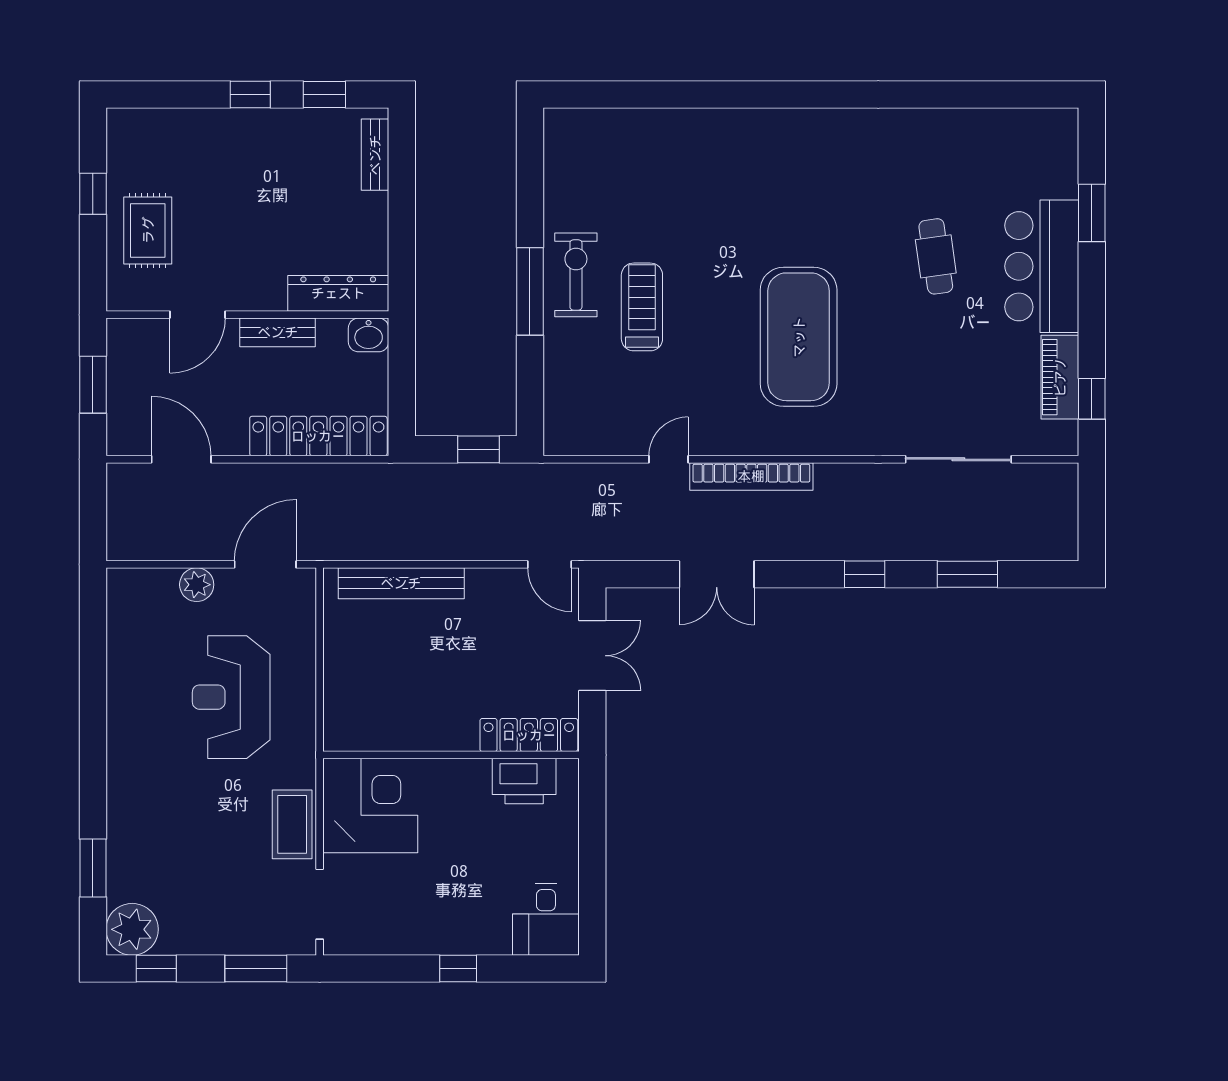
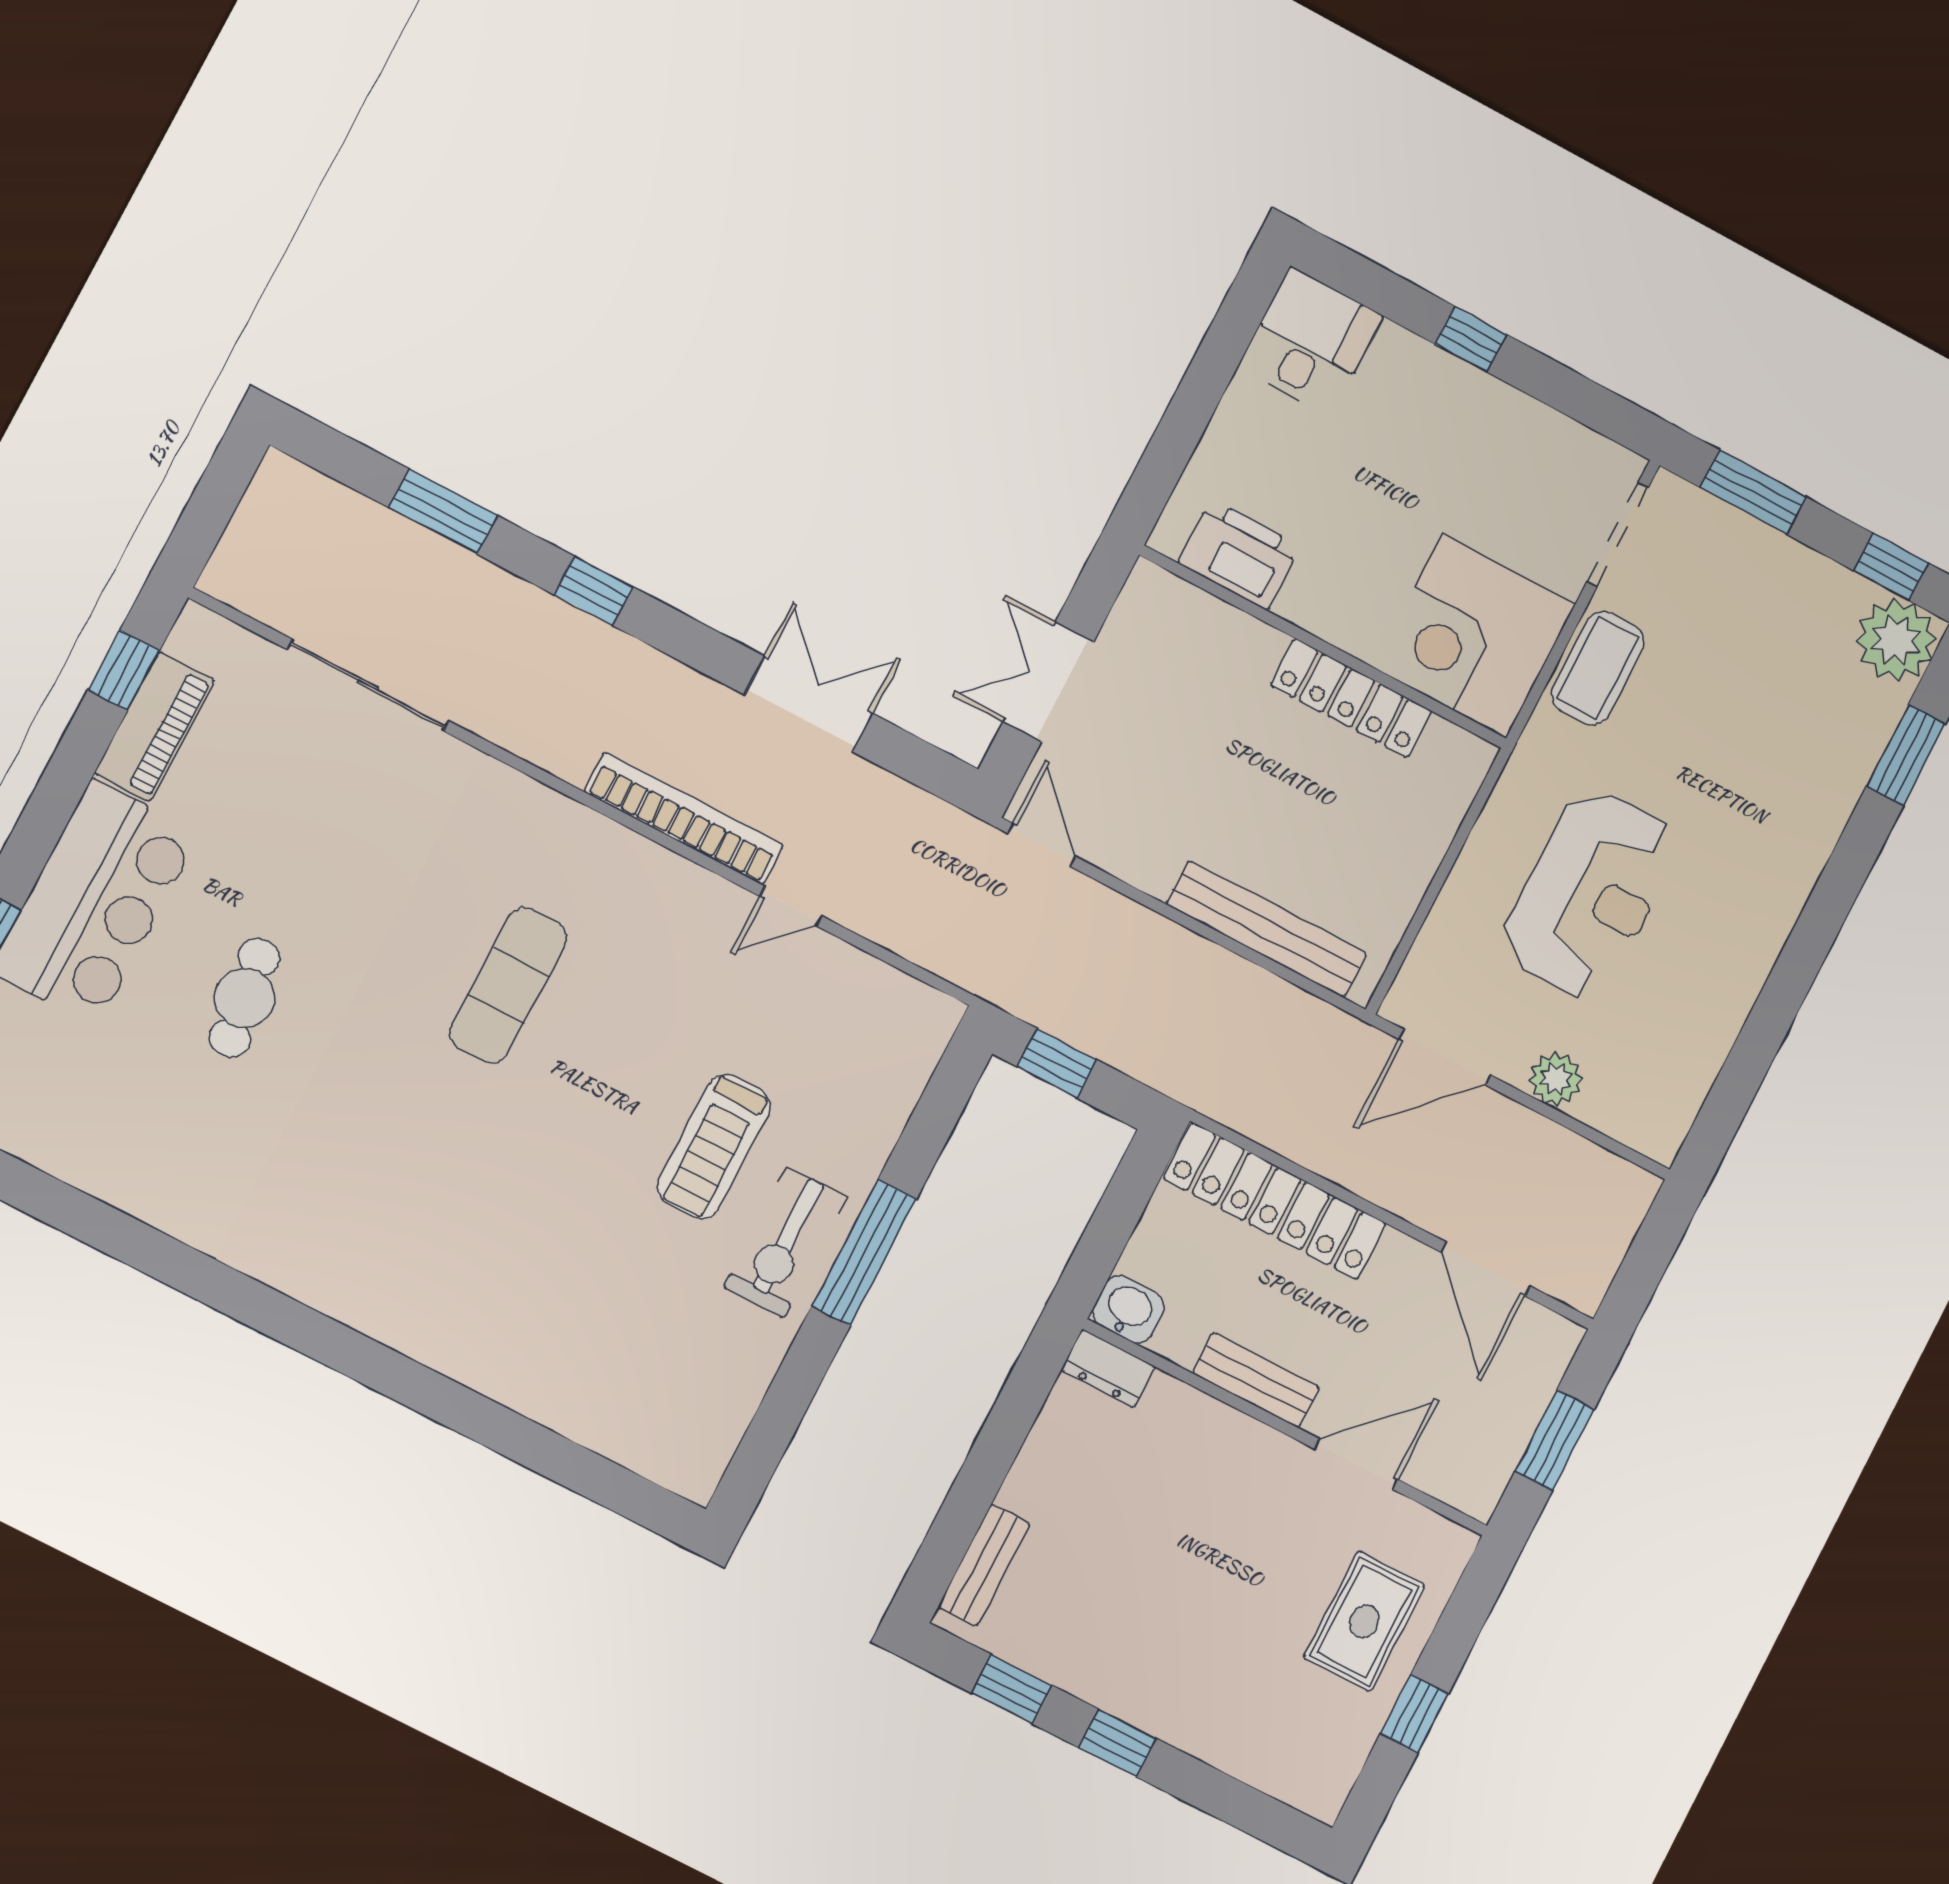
dresser: (338, 293) -> (1108, 1368), width x0.51, depth x0.80
exercise mat: (799, 337) -> (508, 985), width x0.50, depth x0.69
locker: (529, 735) -> (1351, 698), moved

